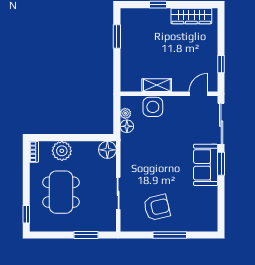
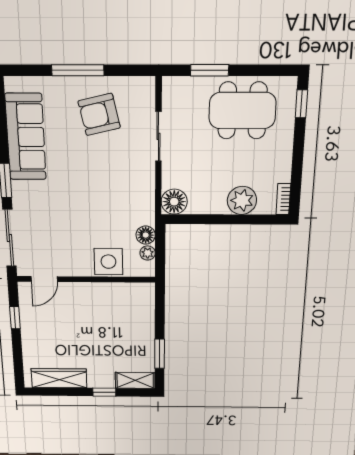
shelving: (157, 85) -> (135, 380), moved
sofa: (206, 165) -> (26, 137), moved, width x1.36
dining table: (61, 192) -> (242, 111), moved, turned 90

